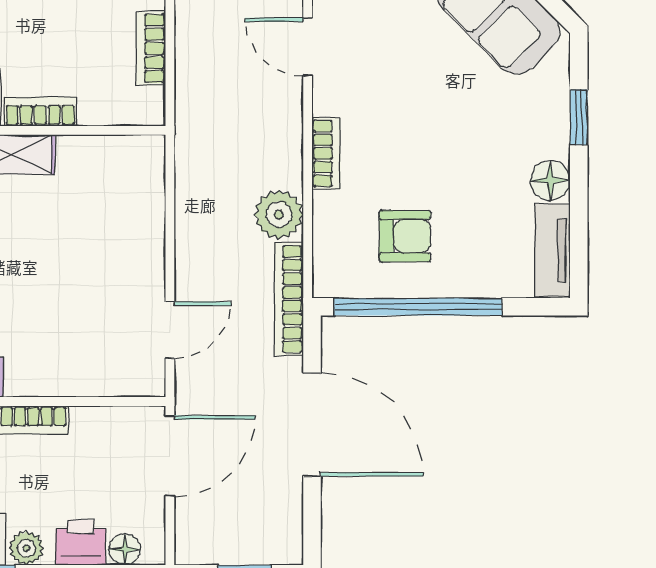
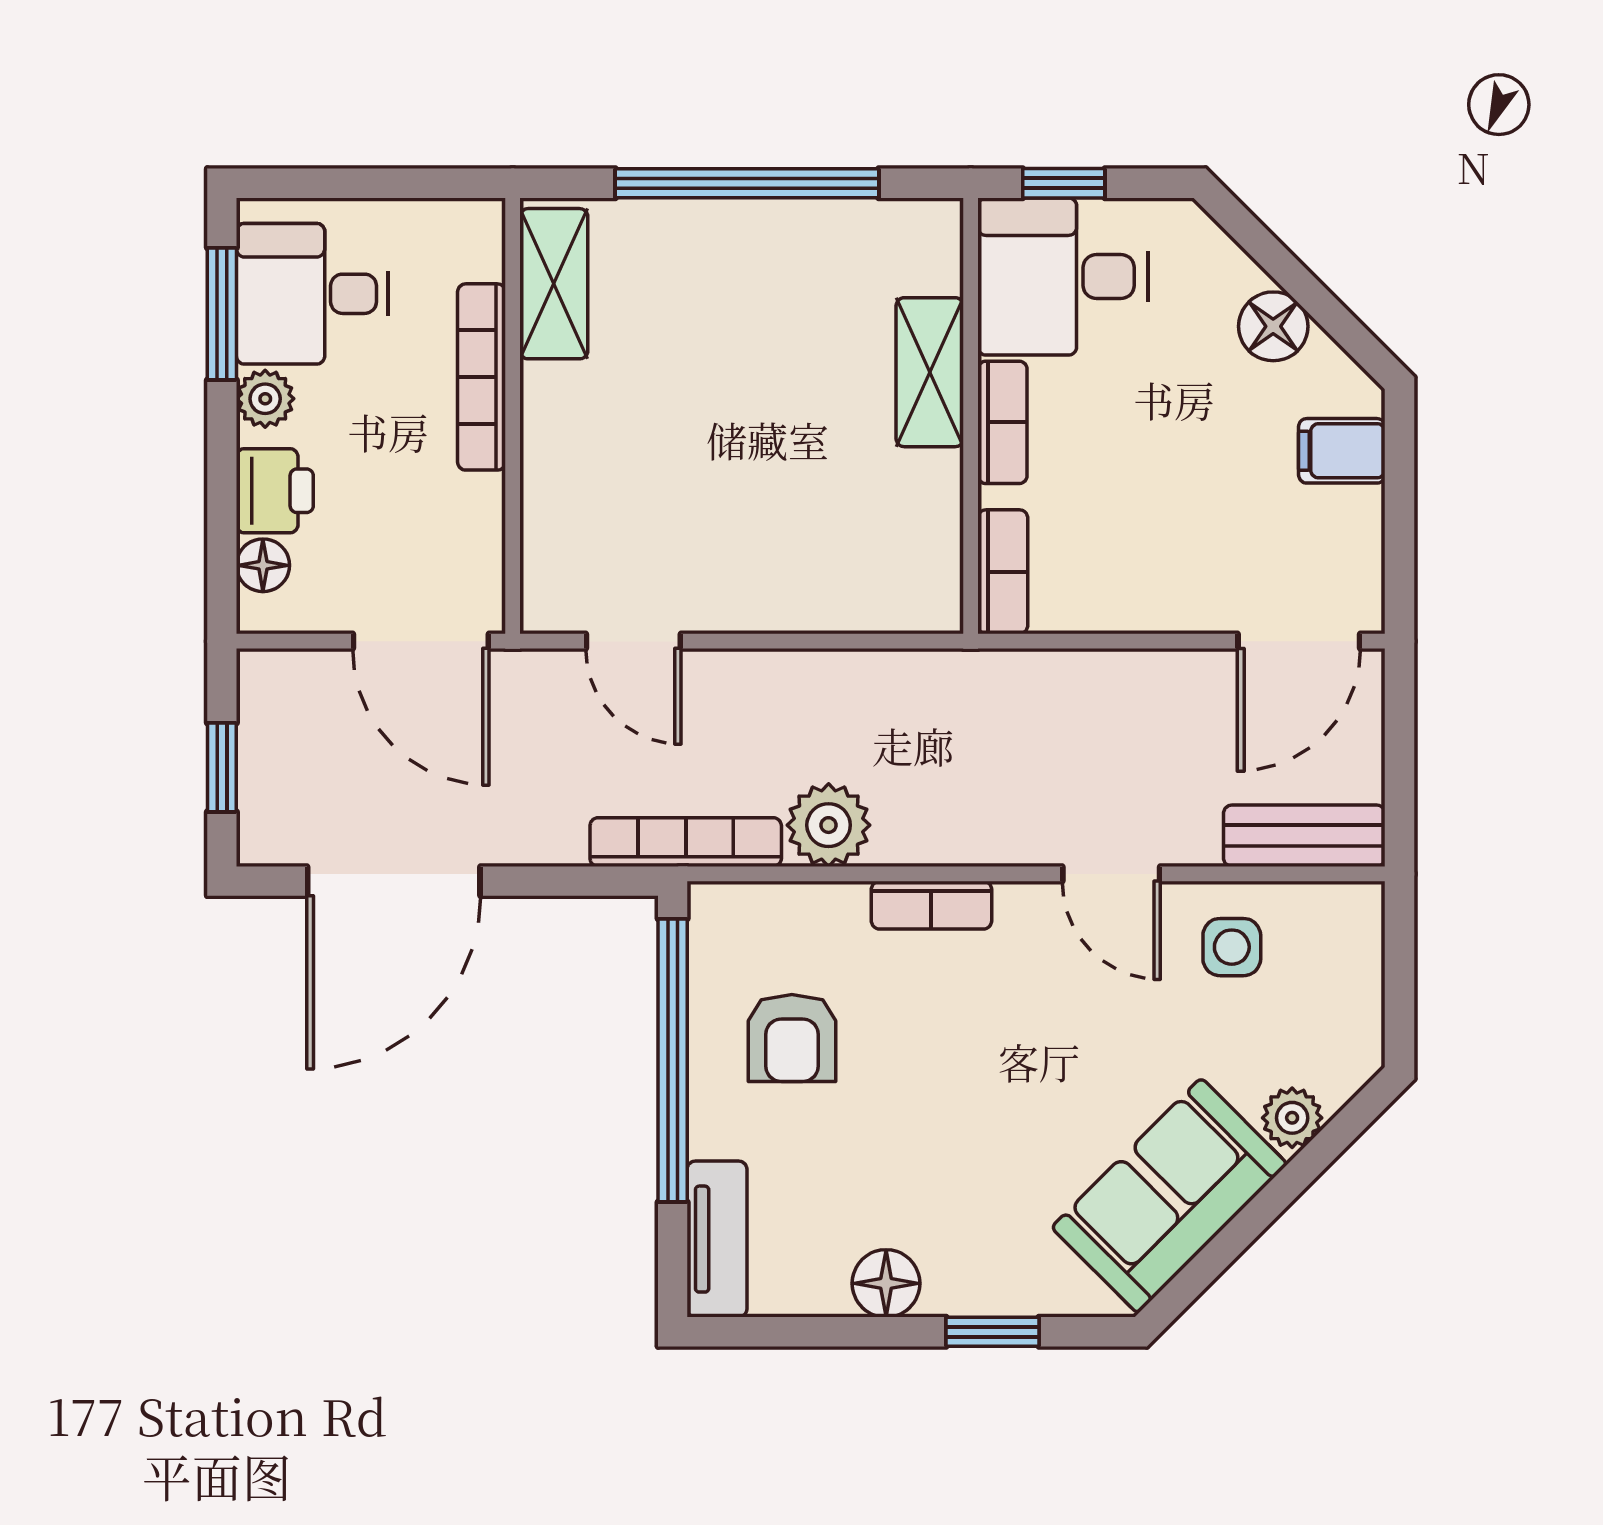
door: (308, 47) -> (1111, 874), swing flipped
bookcase: (151, 48) -> (1003, 572), moved, turned 90
tv unit: (553, 250) -> (717, 1239), moved, turned 90
door: (312, 425) -> (394, 881), moved

